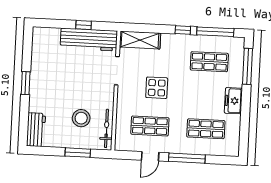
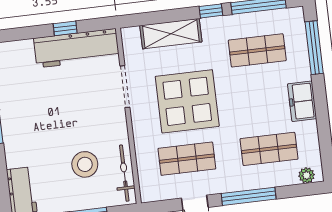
shelving: (140, 40) -> (171, 34), moved
display table: (157, 88) -> (187, 101), width x1.86, depth x1.86
plant: (228, 151) -> (307, 175), added

